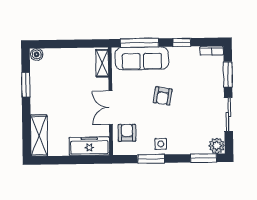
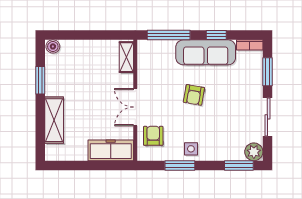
sofa: (142, 58) -> (206, 52), moved
shelving: (39, 136) -> (54, 120), moved

